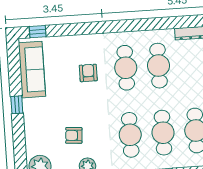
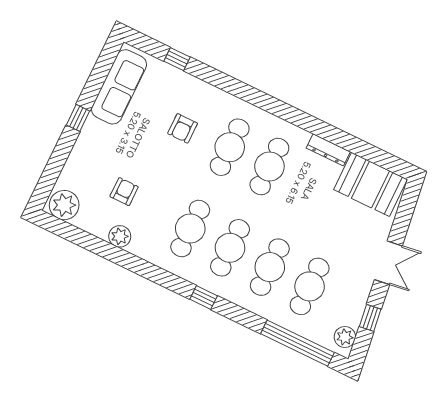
window: (38, 32) -> (177, 59), moved
armchair: (88, 73) -> (183, 128), turned 180
armchair: (74, 135) -> (124, 192), turned 86

